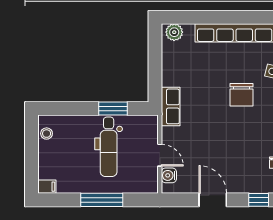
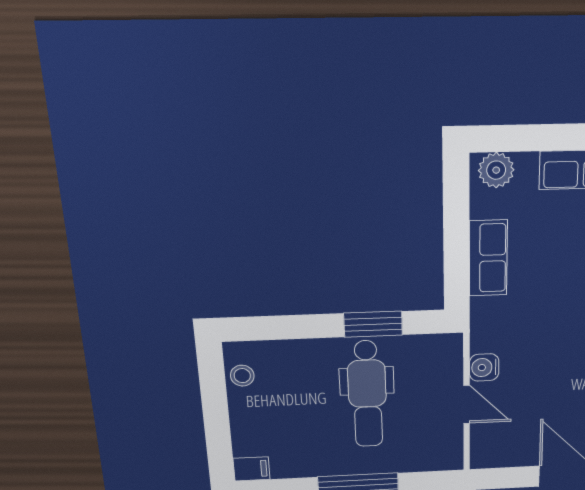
row of seats: (171, 106) -> (488, 258), moved
water cooler: (169, 175) -> (484, 367), moved

